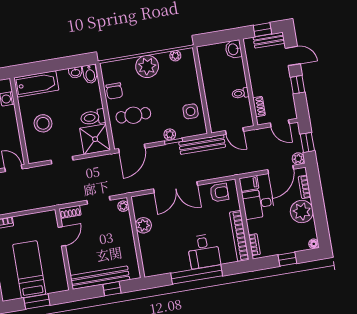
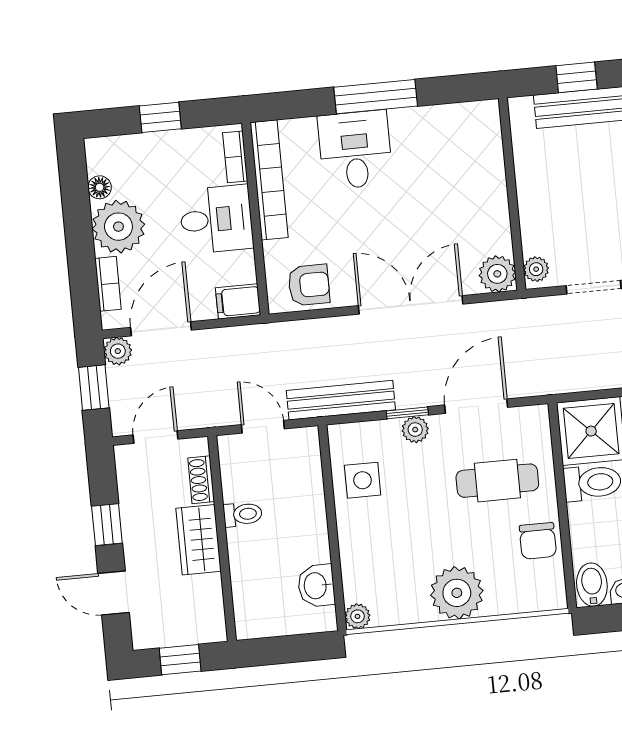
bench: (269, 40) -> (167, 634), removed
washbasin: (234, 49) -> (316, 586), moved, turned 180
plant: (175, 56) -> (357, 616), moved
wardrobe: (258, 81) -> (199, 540), added
chair: (114, 91) -> (538, 541), turned 180
door: (280, 123) -> (155, 437), hinge flipped
door: (132, 148) -> (476, 406), moved
armchair: (219, 193) -> (309, 285), turned 180
desk: (258, 204) -> (216, 219), moved
plant: (143, 225) -> (497, 274), moved
floor lamp: (314, 244) -> (100, 187), moved
window: (197, 274) -> (376, 97), width x0.68

